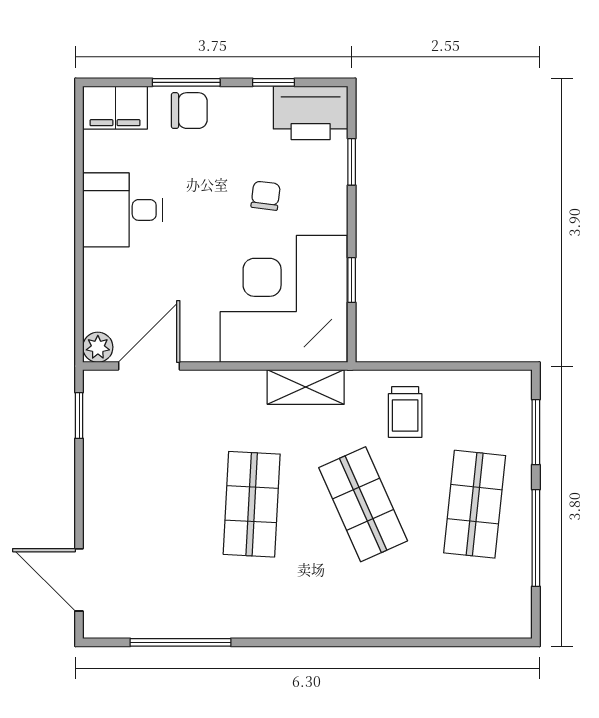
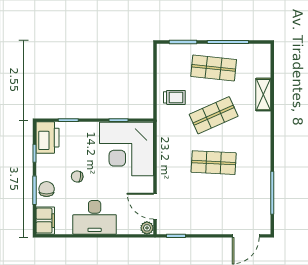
chair: (266, 196) -> (77, 177), moved
desk: (123, 210) -> (95, 217), width x1.37
shelving: (306, 387) -> (263, 95), moved

